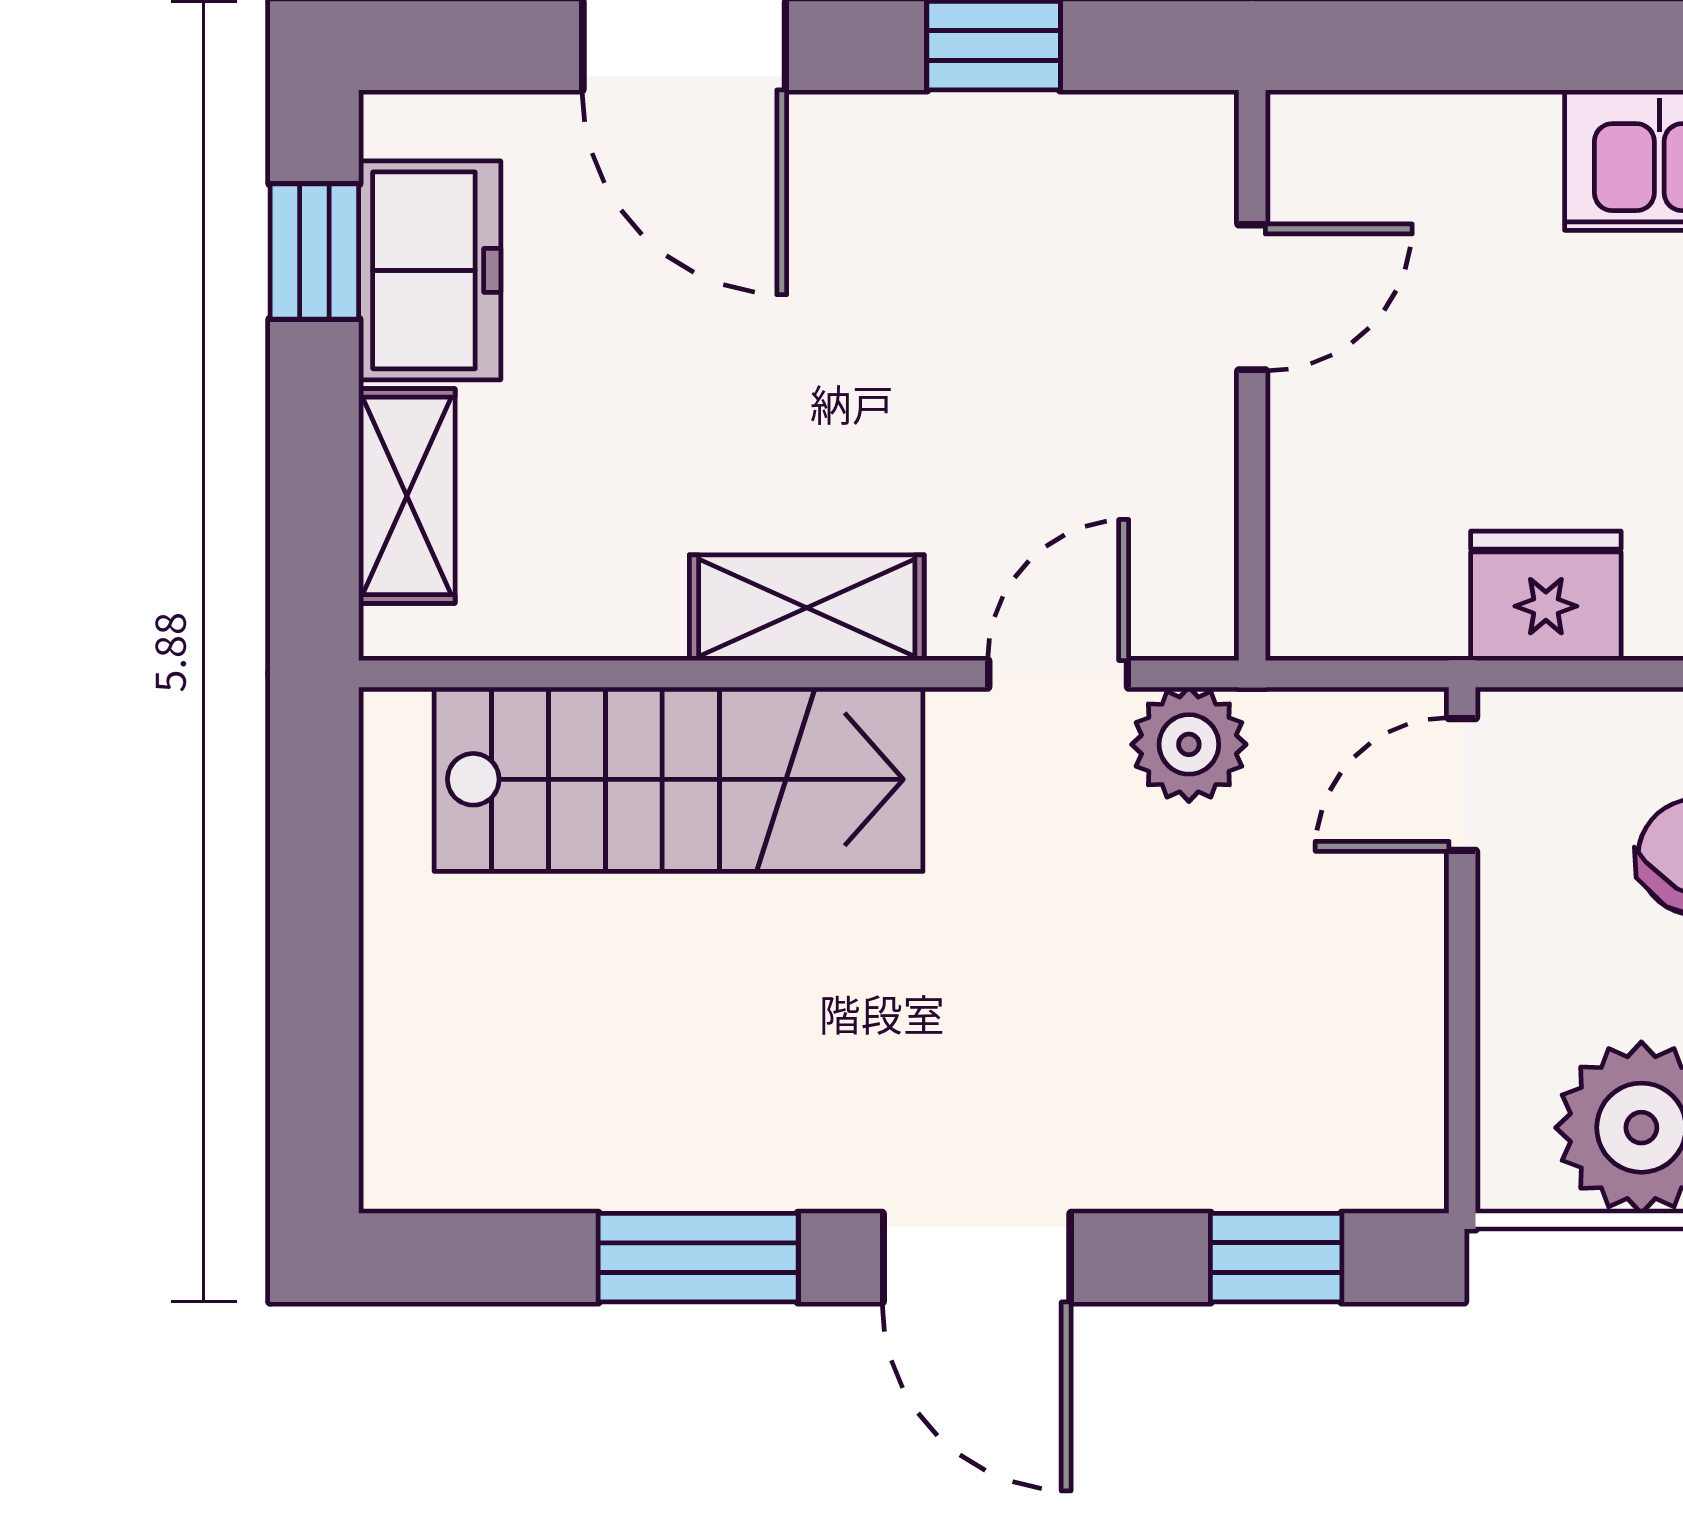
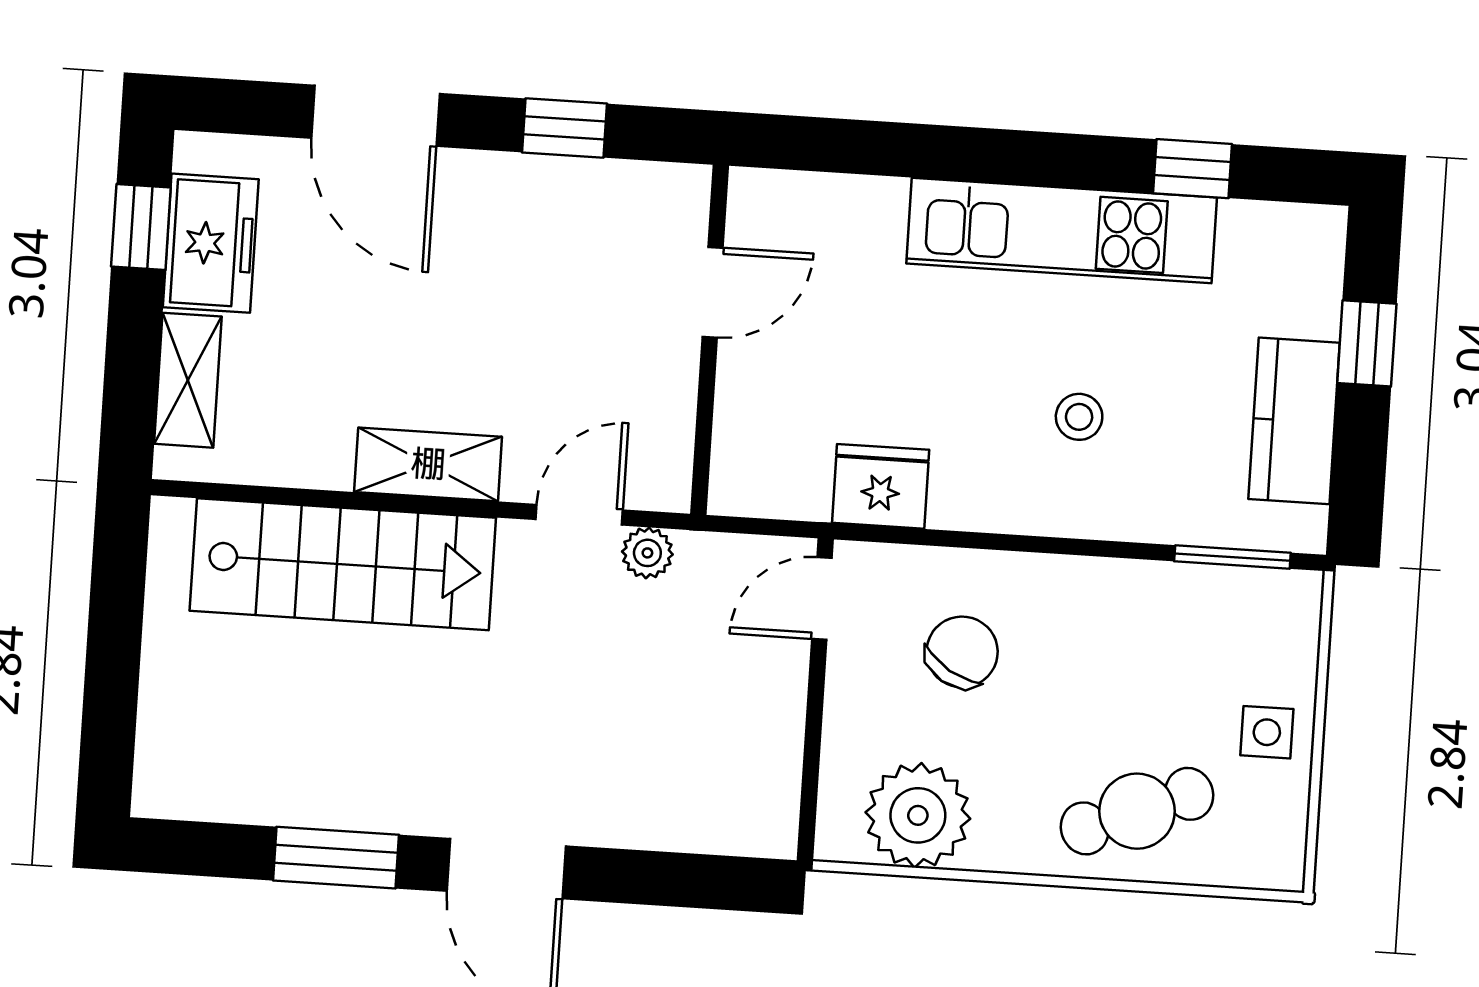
plant: (1189, 744) -> (647, 553), width x0.73, depth x0.73
window: (1276, 1258) -> (689, 880), removed

